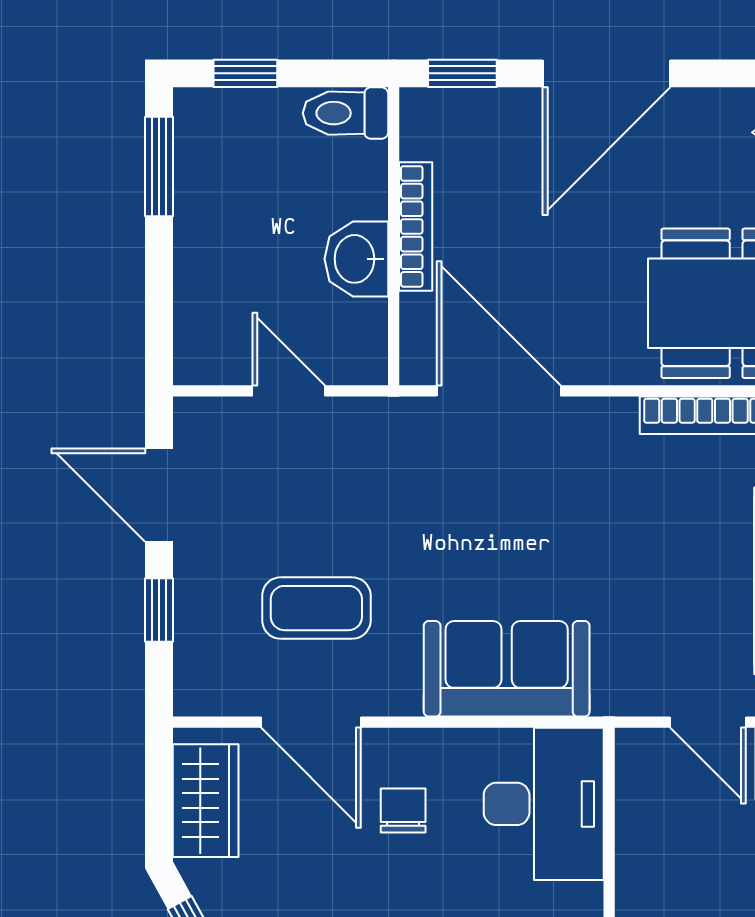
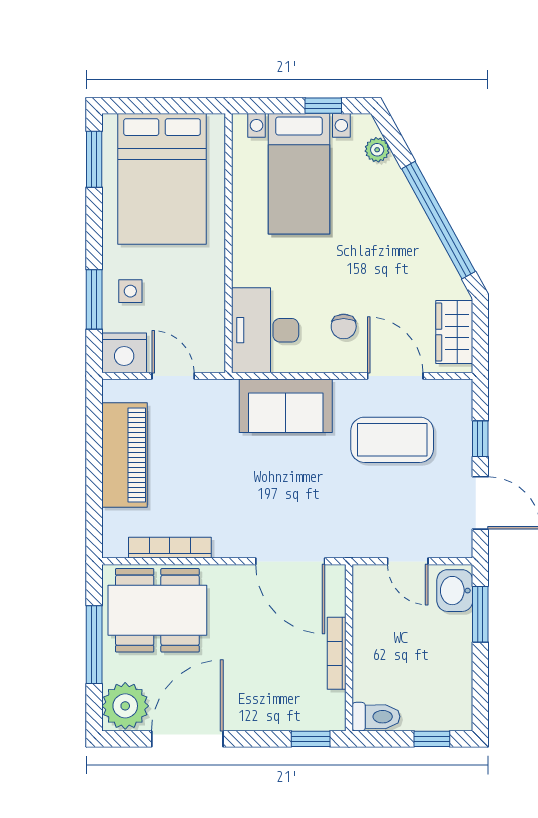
door: (606, 73) -> (187, 739), moved
window: (159, 166) -> (480, 614), moved
washbasin: (356, 259) -> (455, 591), moved, turned 180
coffee table: (316, 608) -> (392, 440), width x1.36, depth x1.32

